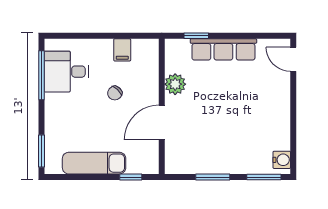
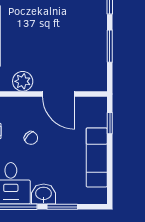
washbasin: (55, 106) -> (44, 194), added
window: (41, 151) -> (62, 207), moved

